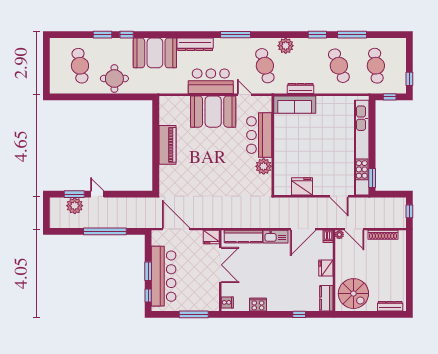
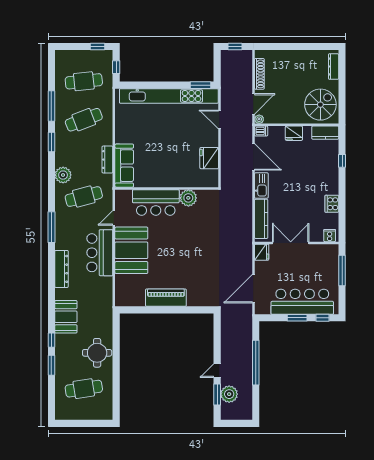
booth: (155, 53) -> (66, 317), width x0.73, depth x0.70
door: (339, 196) -> (219, 120), swing flipped

